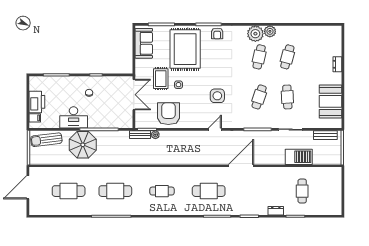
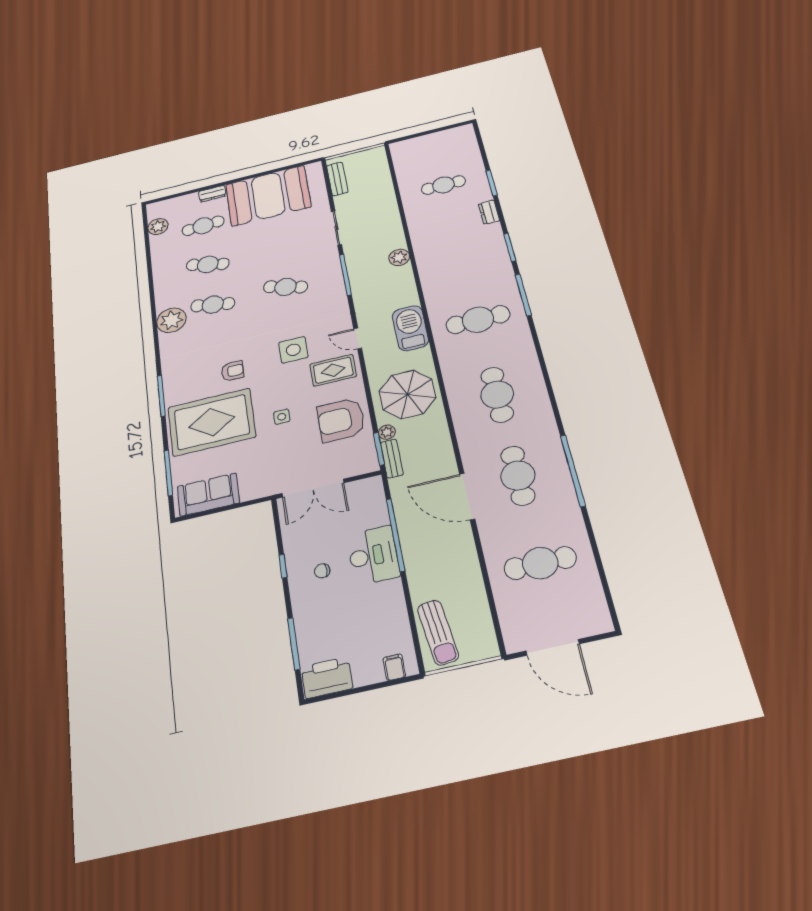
plant: (270, 31) -> (158, 227), moved
armchair: (217, 33) -> (232, 371), moved
rug: (161, 79) -> (333, 370), moved
double door: (134, 95) -> (313, 488), swing flipped
cafe table: (287, 97) -> (203, 226), moved
booth: (330, 101) -> (268, 196), width x1.36, depth x1.42
printer: (37, 102) -> (327, 678), moved
desk: (74, 117) -> (373, 555), moved
parasol: (83, 145) -> (407, 394), moved
barbecue: (299, 157) -> (410, 328), moved
plant: (260, 159) -> (399, 257), added
door: (241, 166) -> (467, 496), moved
cafe table: (69, 191) -> (540, 563), turned 90
cafe table: (162, 191) -> (497, 395), width x1.37, depth x1.35
cafe table: (209, 191) -> (478, 320), turned 90

